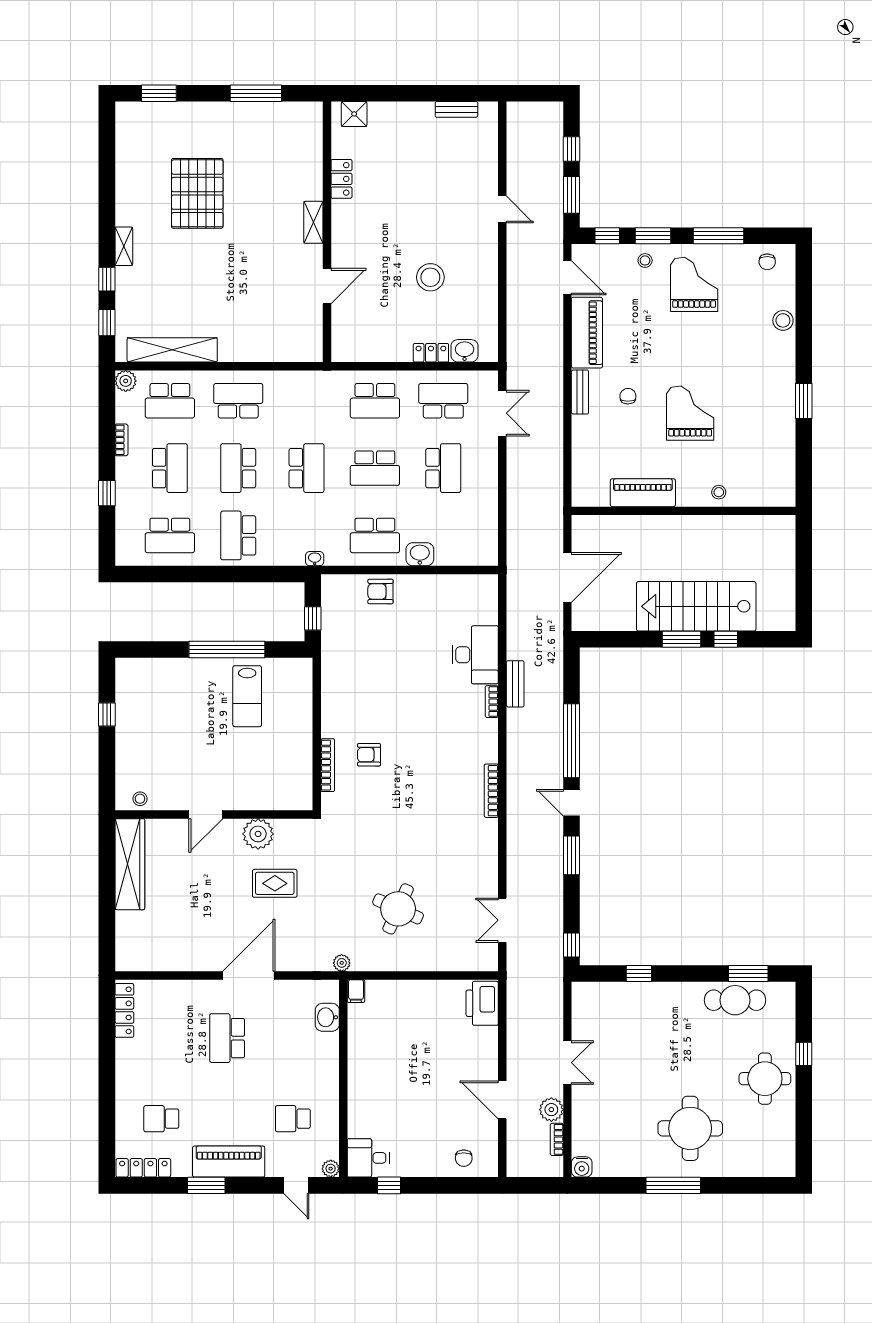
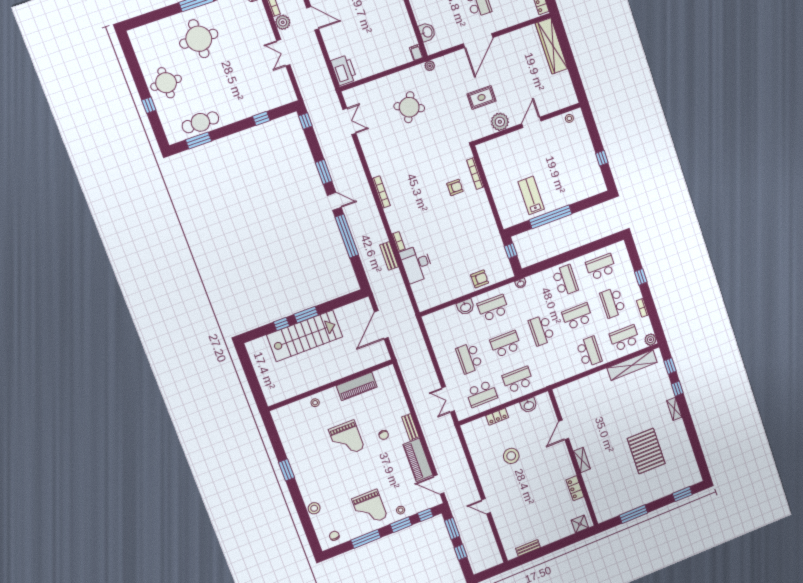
washbasin: (465, 351) -> (529, 405), moved
school desk: (238, 401) -> (589, 352), turned -90
school desk: (238, 468) -> (577, 316), turned -90
wardrobe: (130, 864) -> (552, 46), moved

